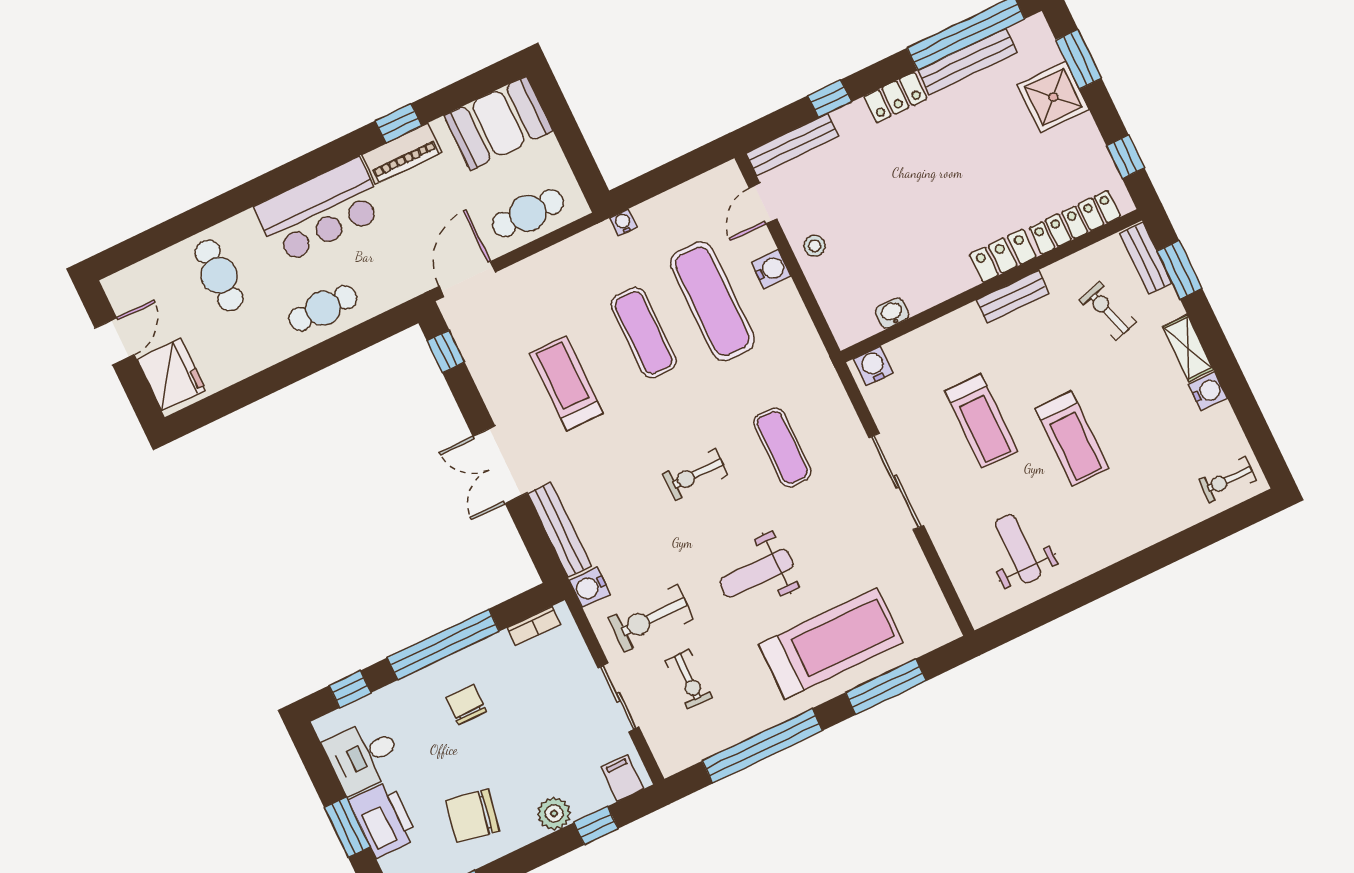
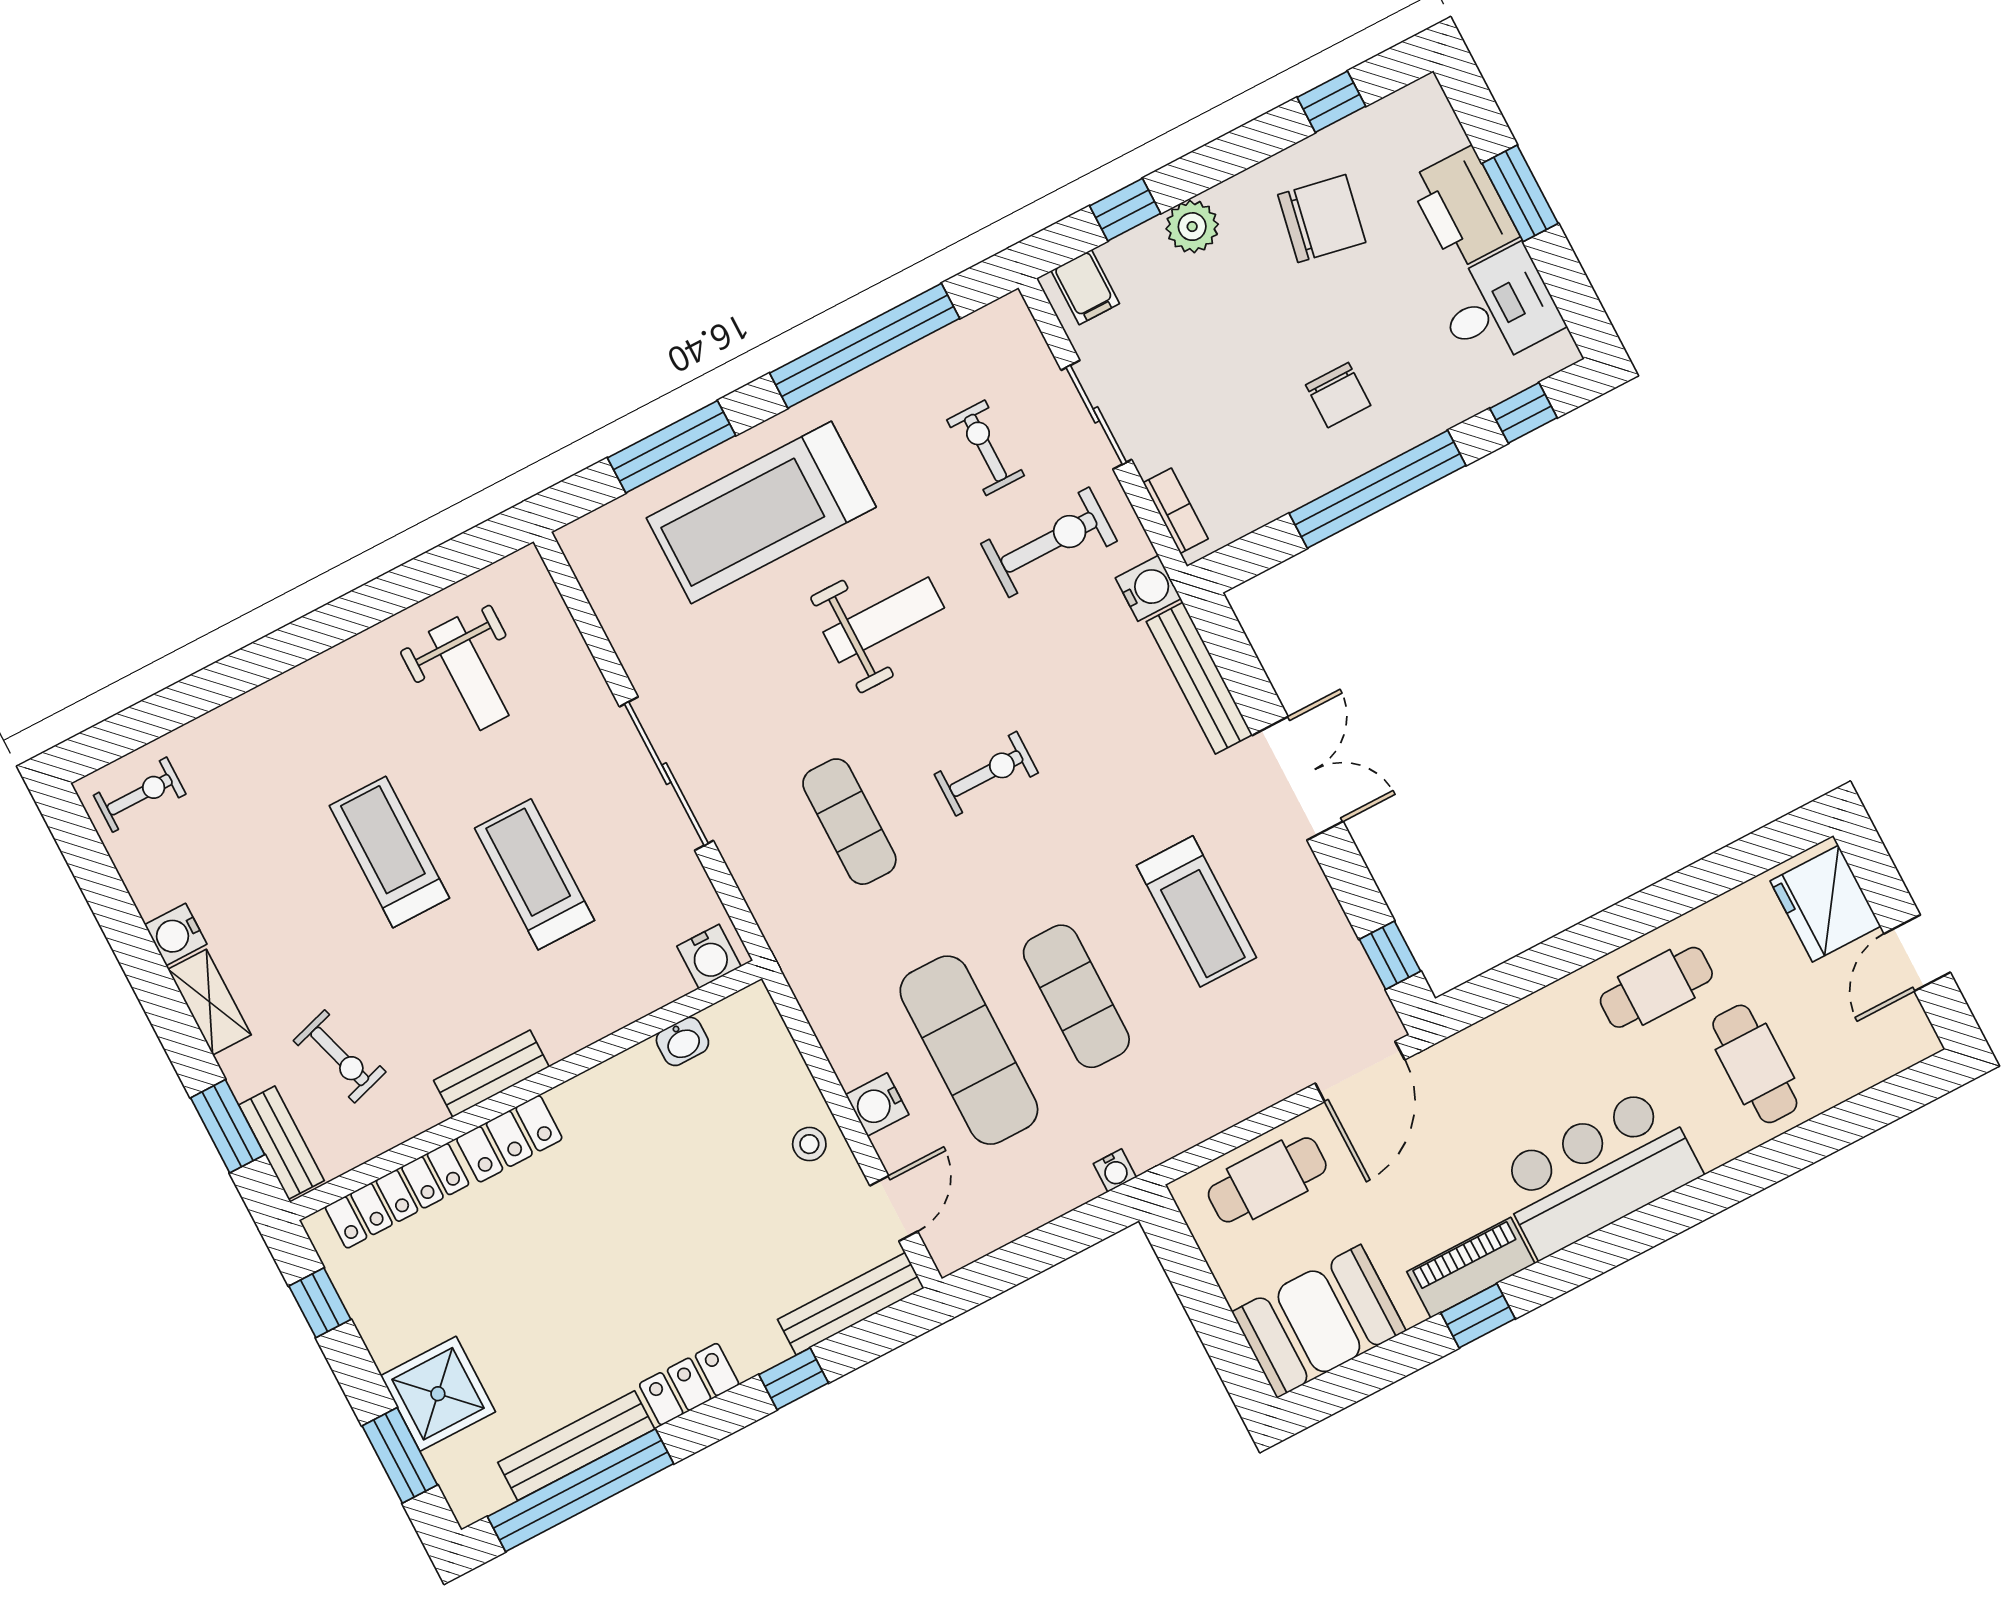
cafe table: (323, 308) -> (1656, 987), moved
bookcase: (534, 626) -> (1176, 511), moved, turned 90

